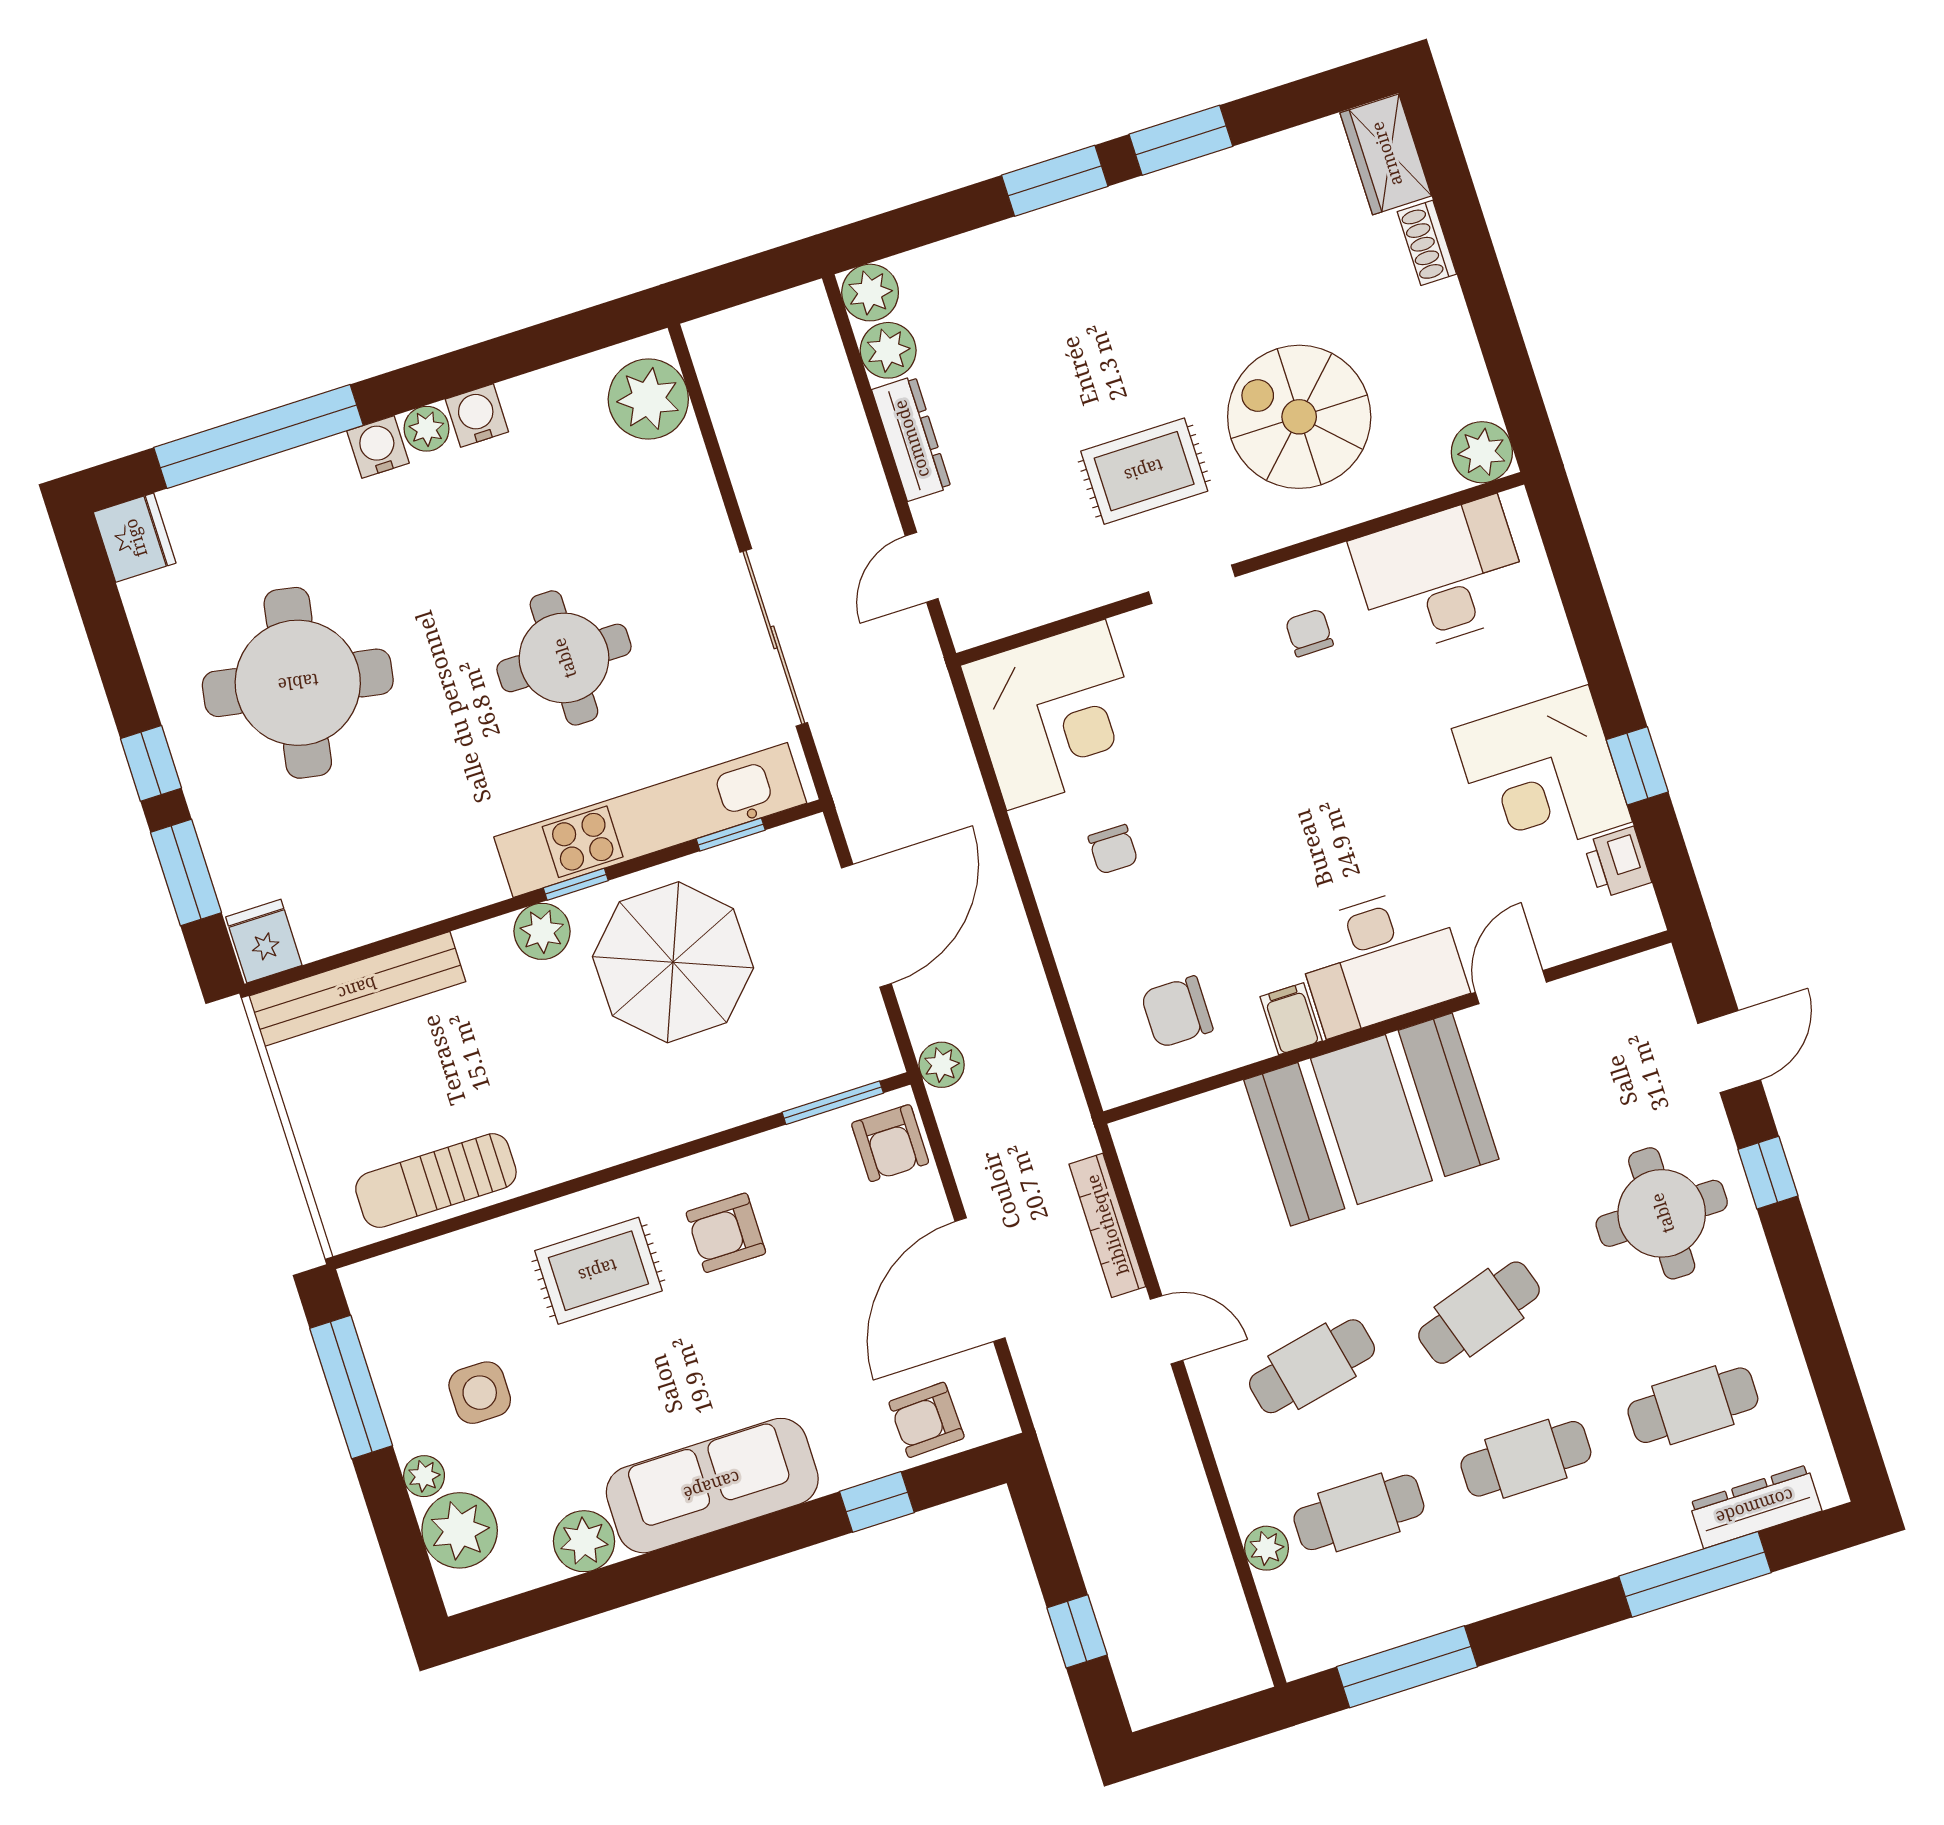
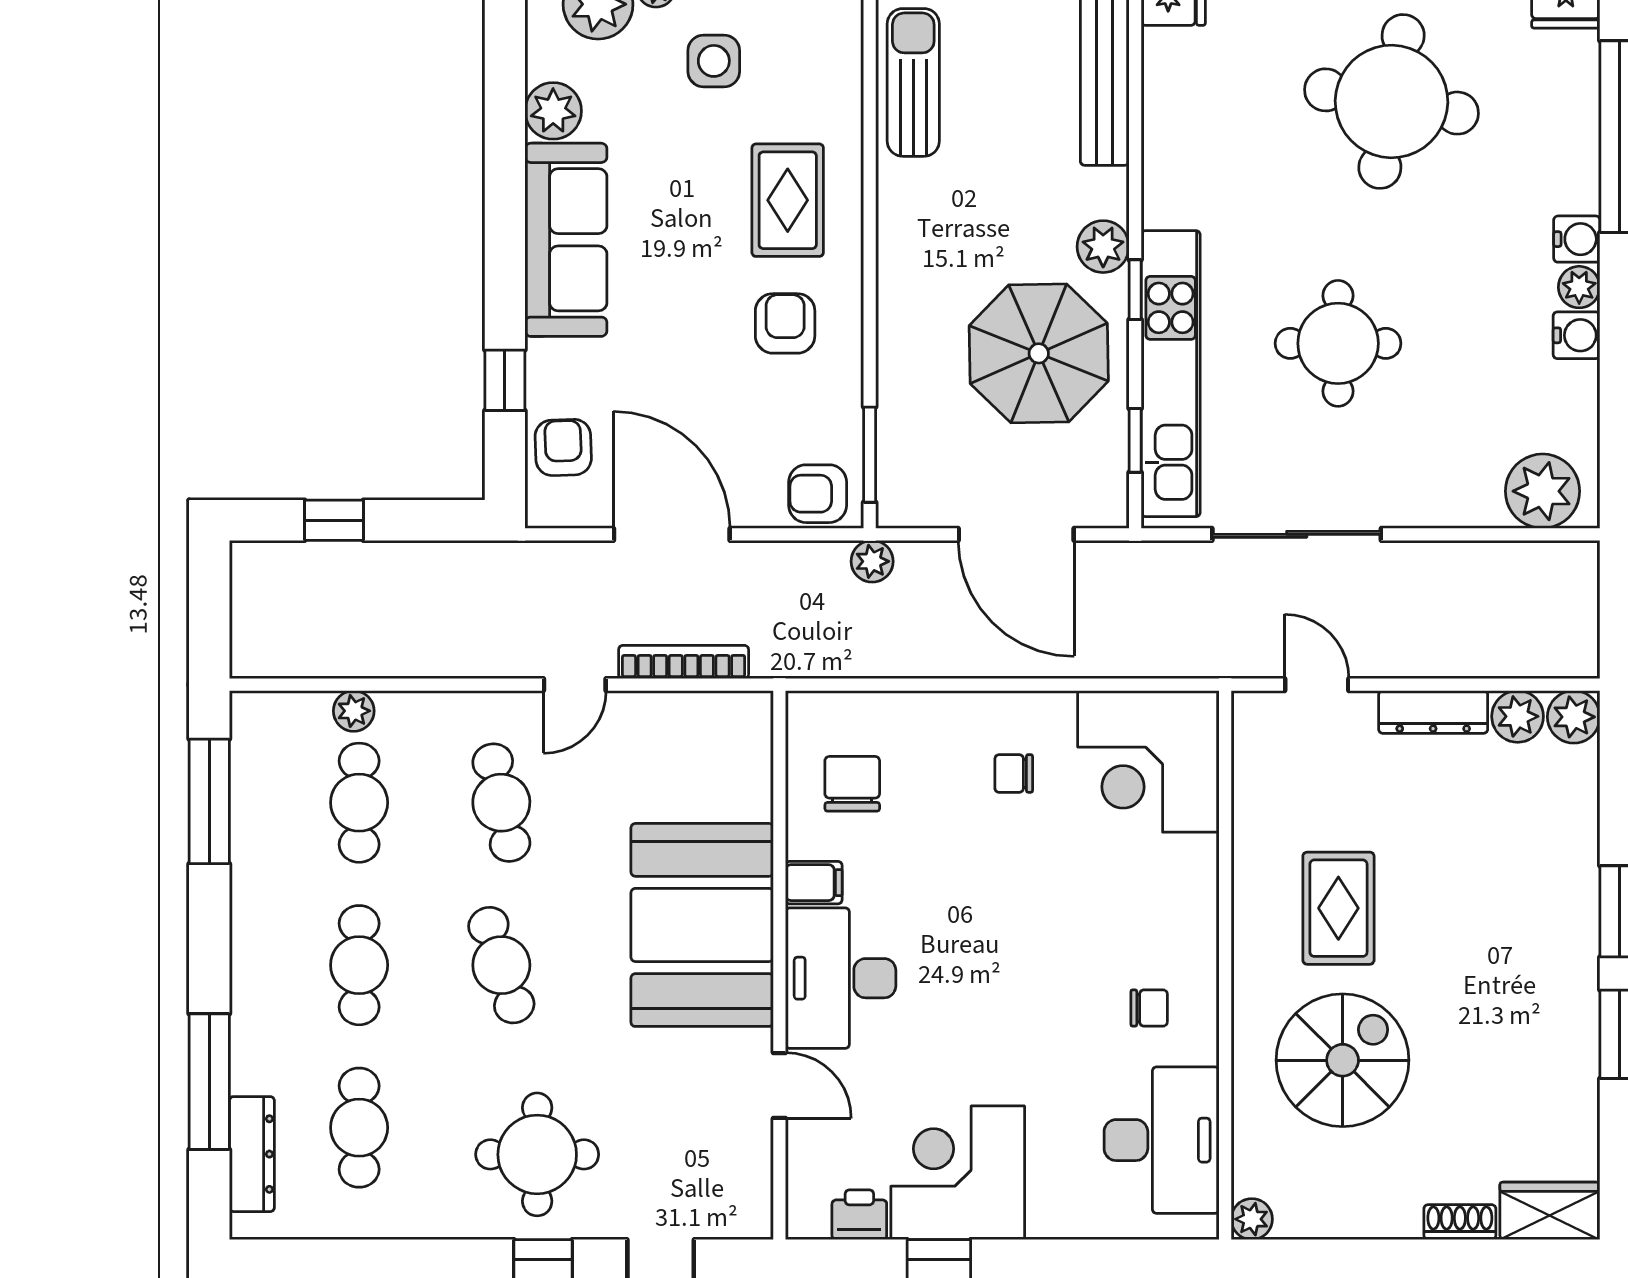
plant: (1482, 452) -> (1252, 1219), width x0.73, depth x0.73
doorway: (1192, 584) -> (1225, 918), removed

